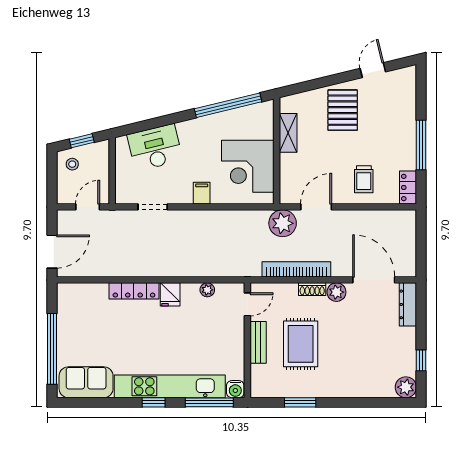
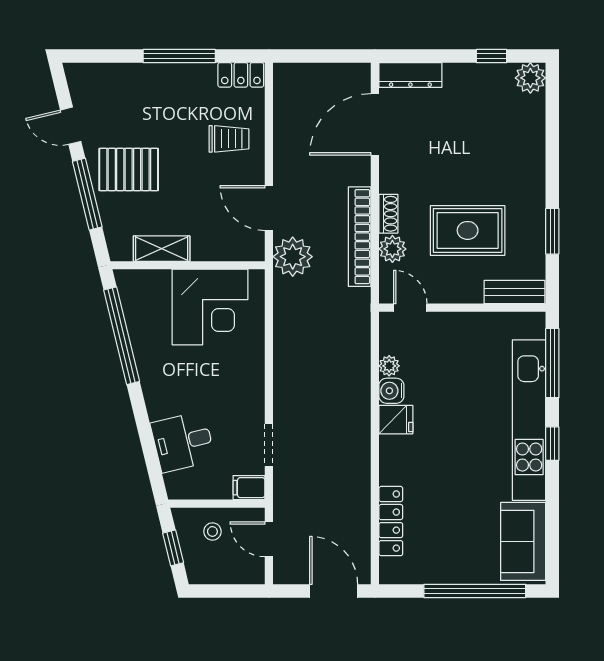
window: (326, 82) -> (87, 194), added
desk: (155, 147) -> (183, 442), width x0.73
stool: (72, 164) -> (212, 531), moved
filing cabinet: (202, 193) -> (249, 488), moved
locker: (134, 291) -> (391, 521), moved
plant: (336, 292) -> (392, 249), moved
bench: (258, 342) -> (514, 292), moved
water cooler: (235, 389) -> (391, 391), moved, turned 180

